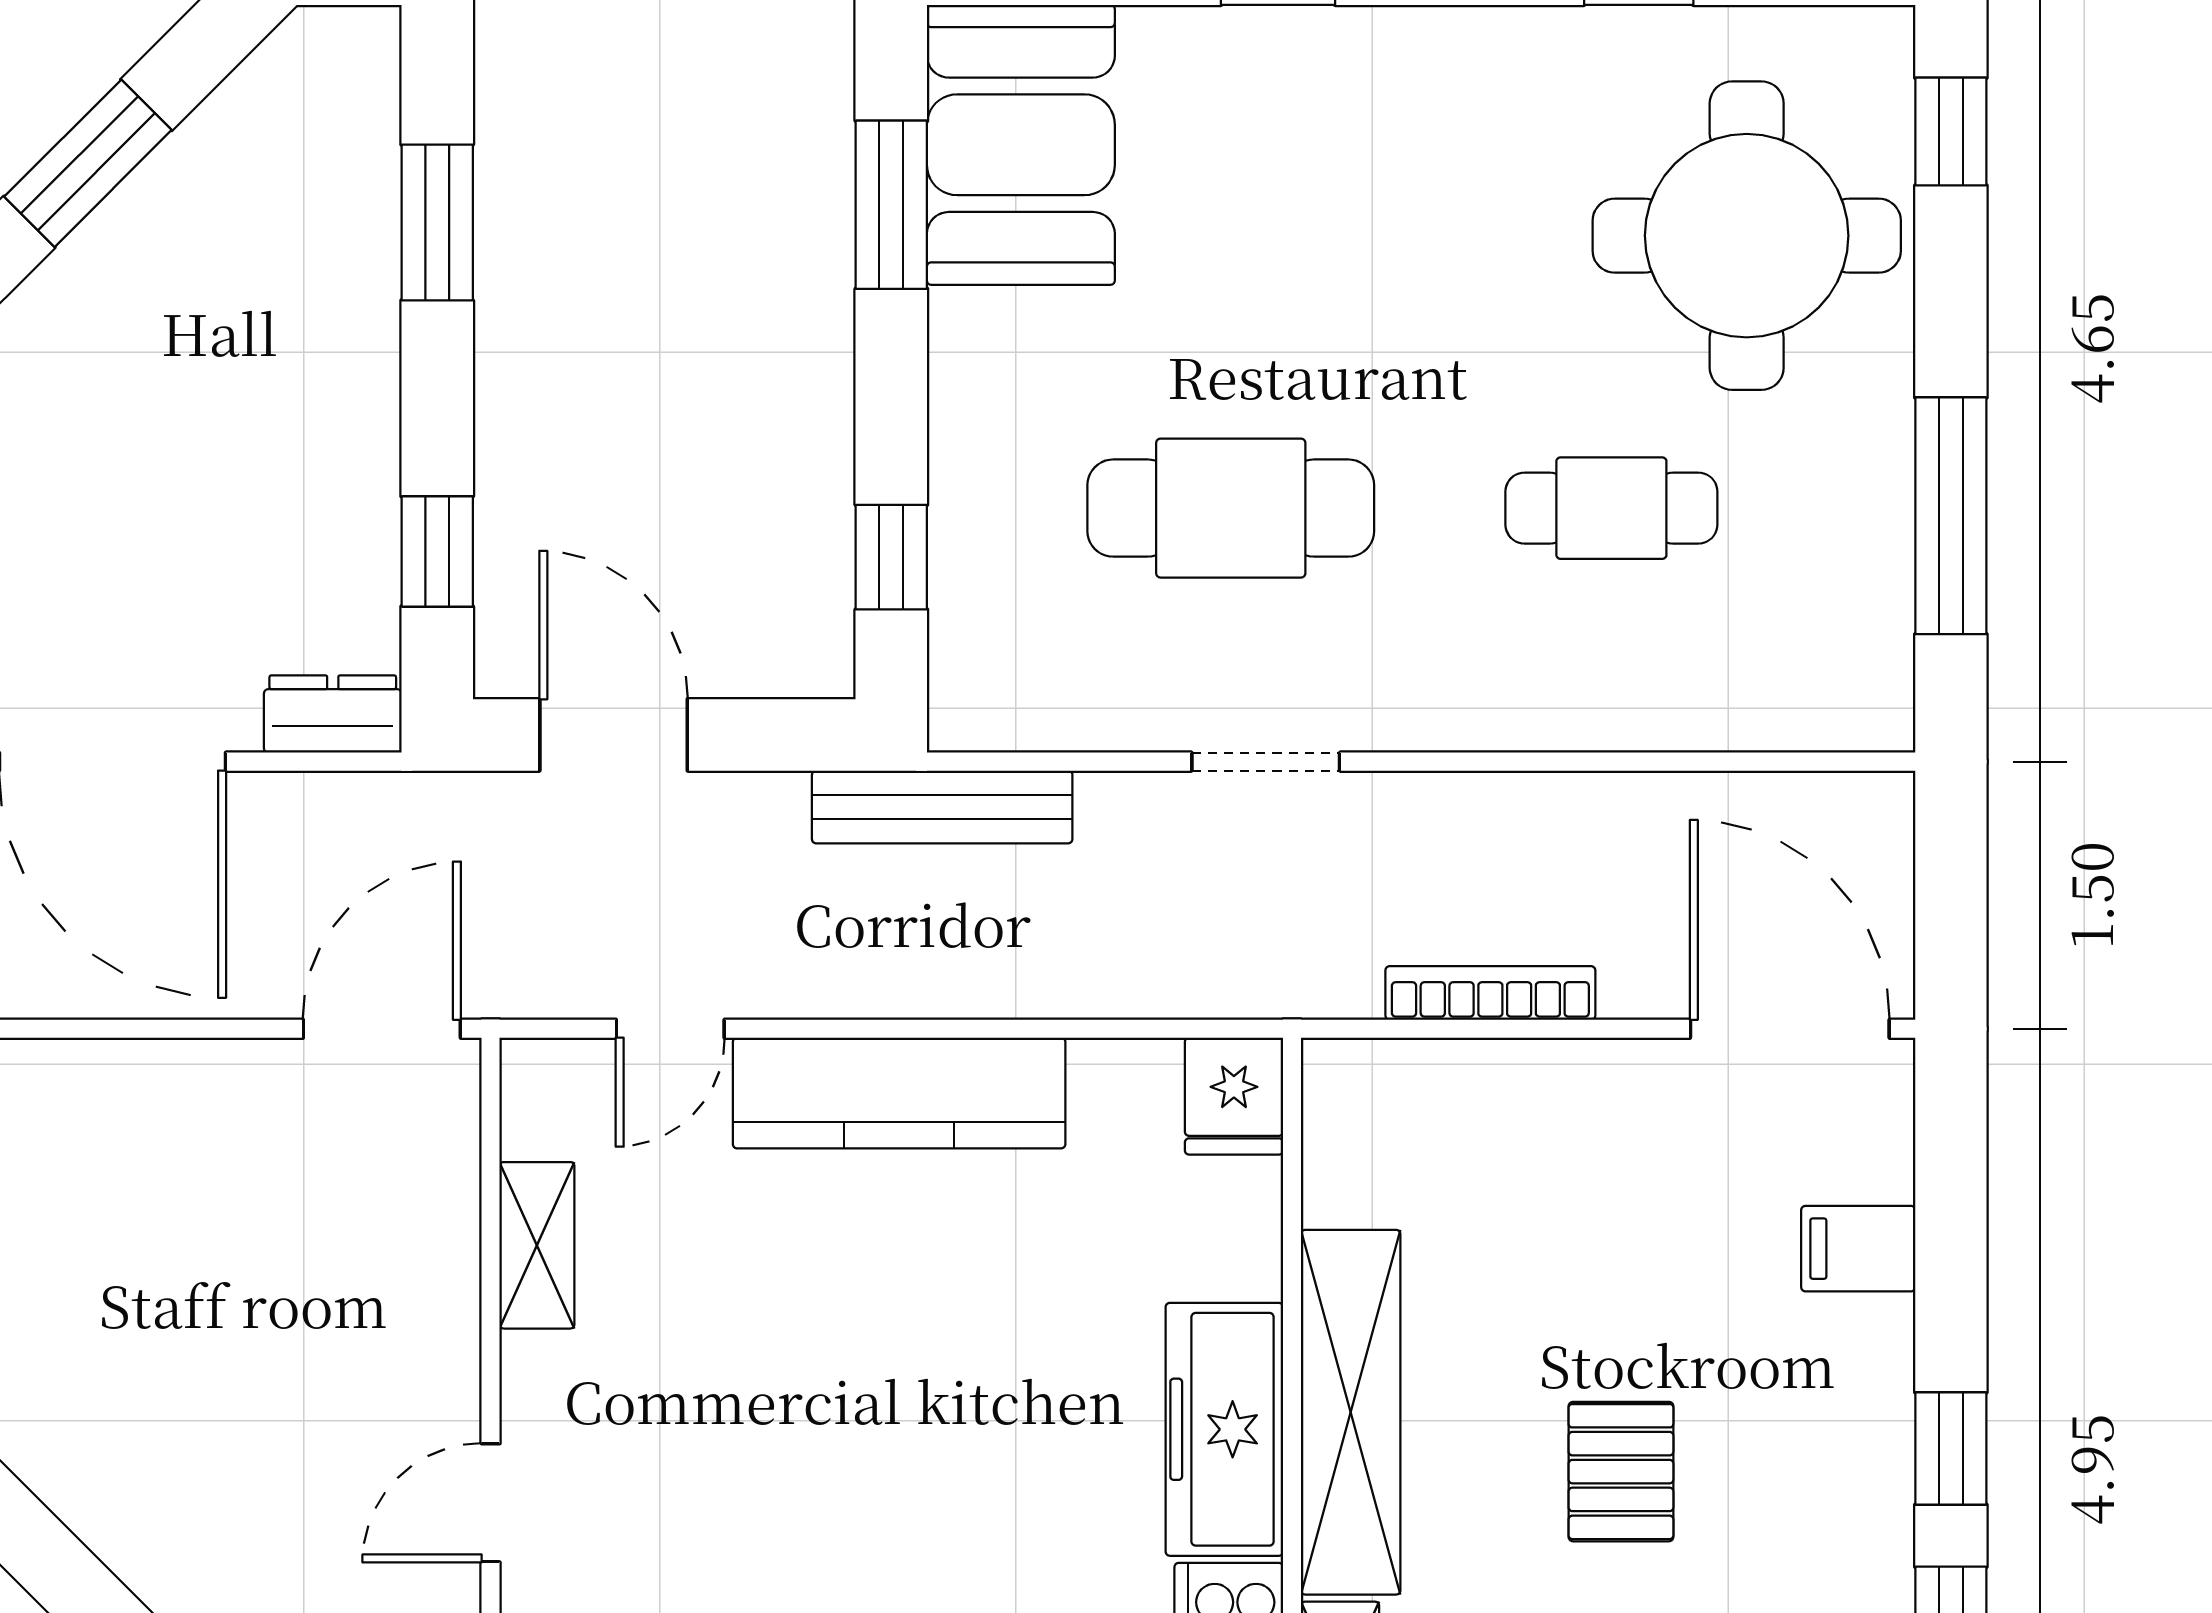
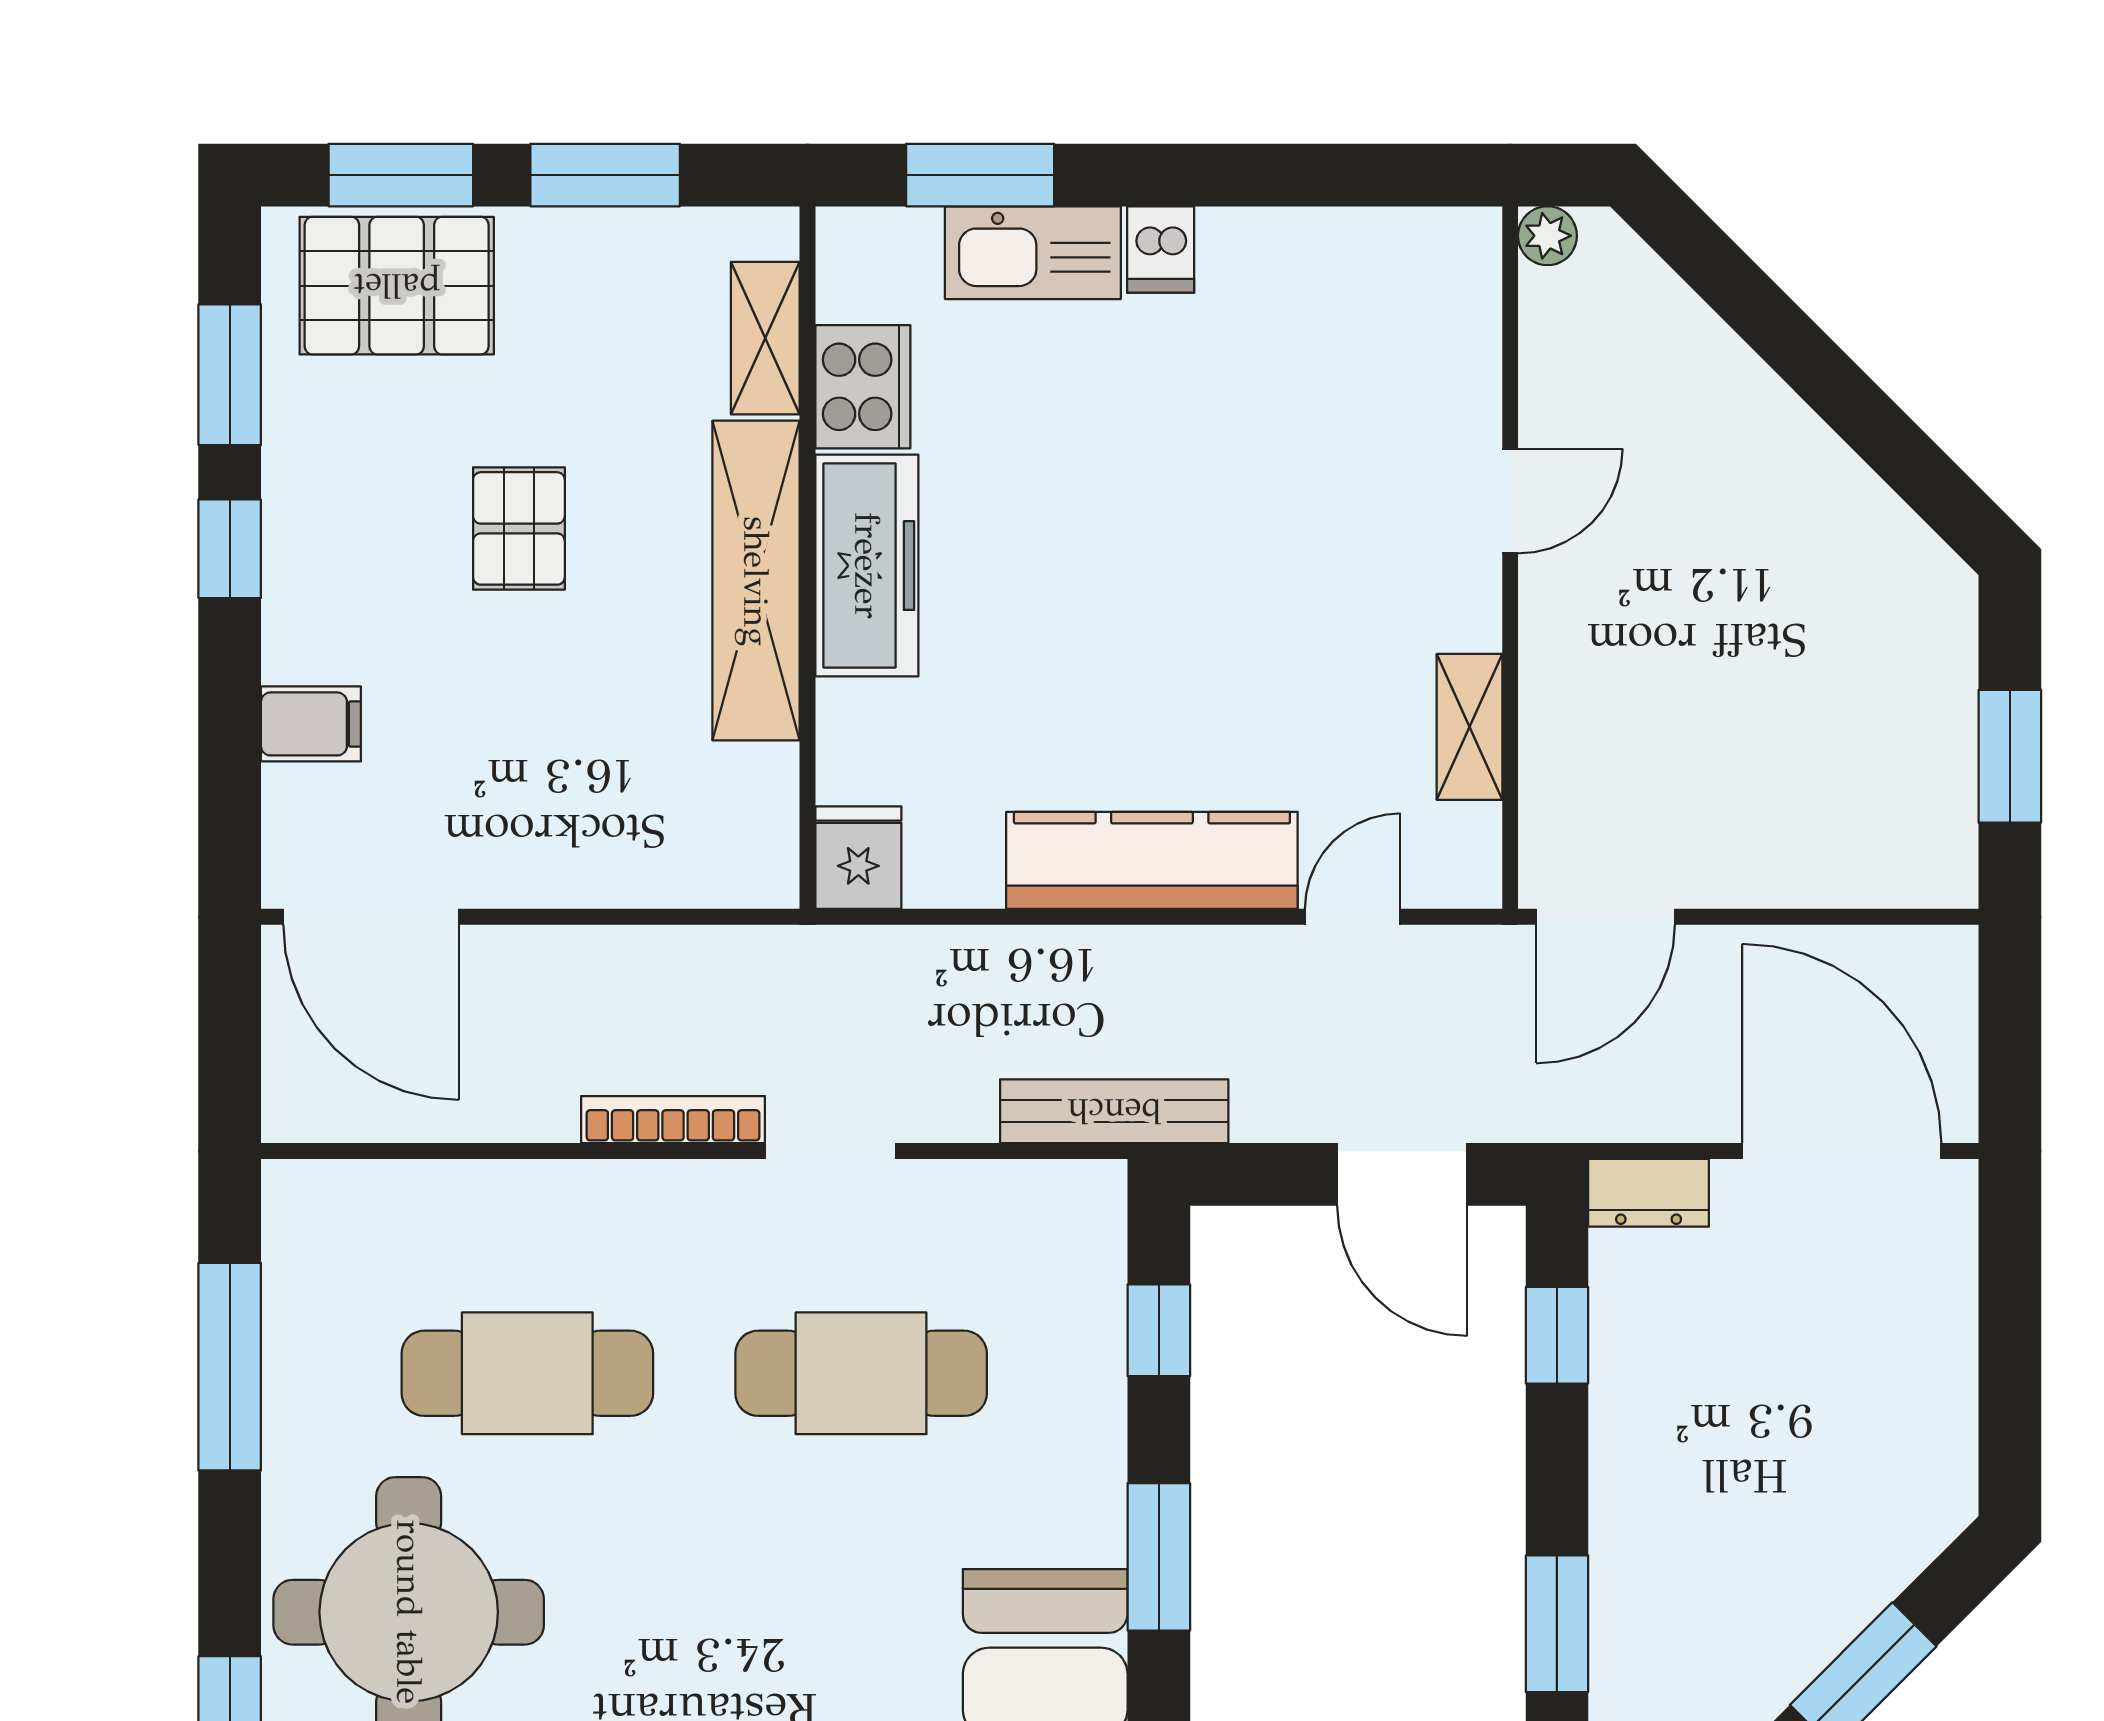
window: (891, 205) -> (1159, 1557), moved
cafe table: (1611, 508) -> (527, 1373), width x1.37, depth x1.35
bookcase: (1490, 993) -> (673, 1120), moved, turned 180

